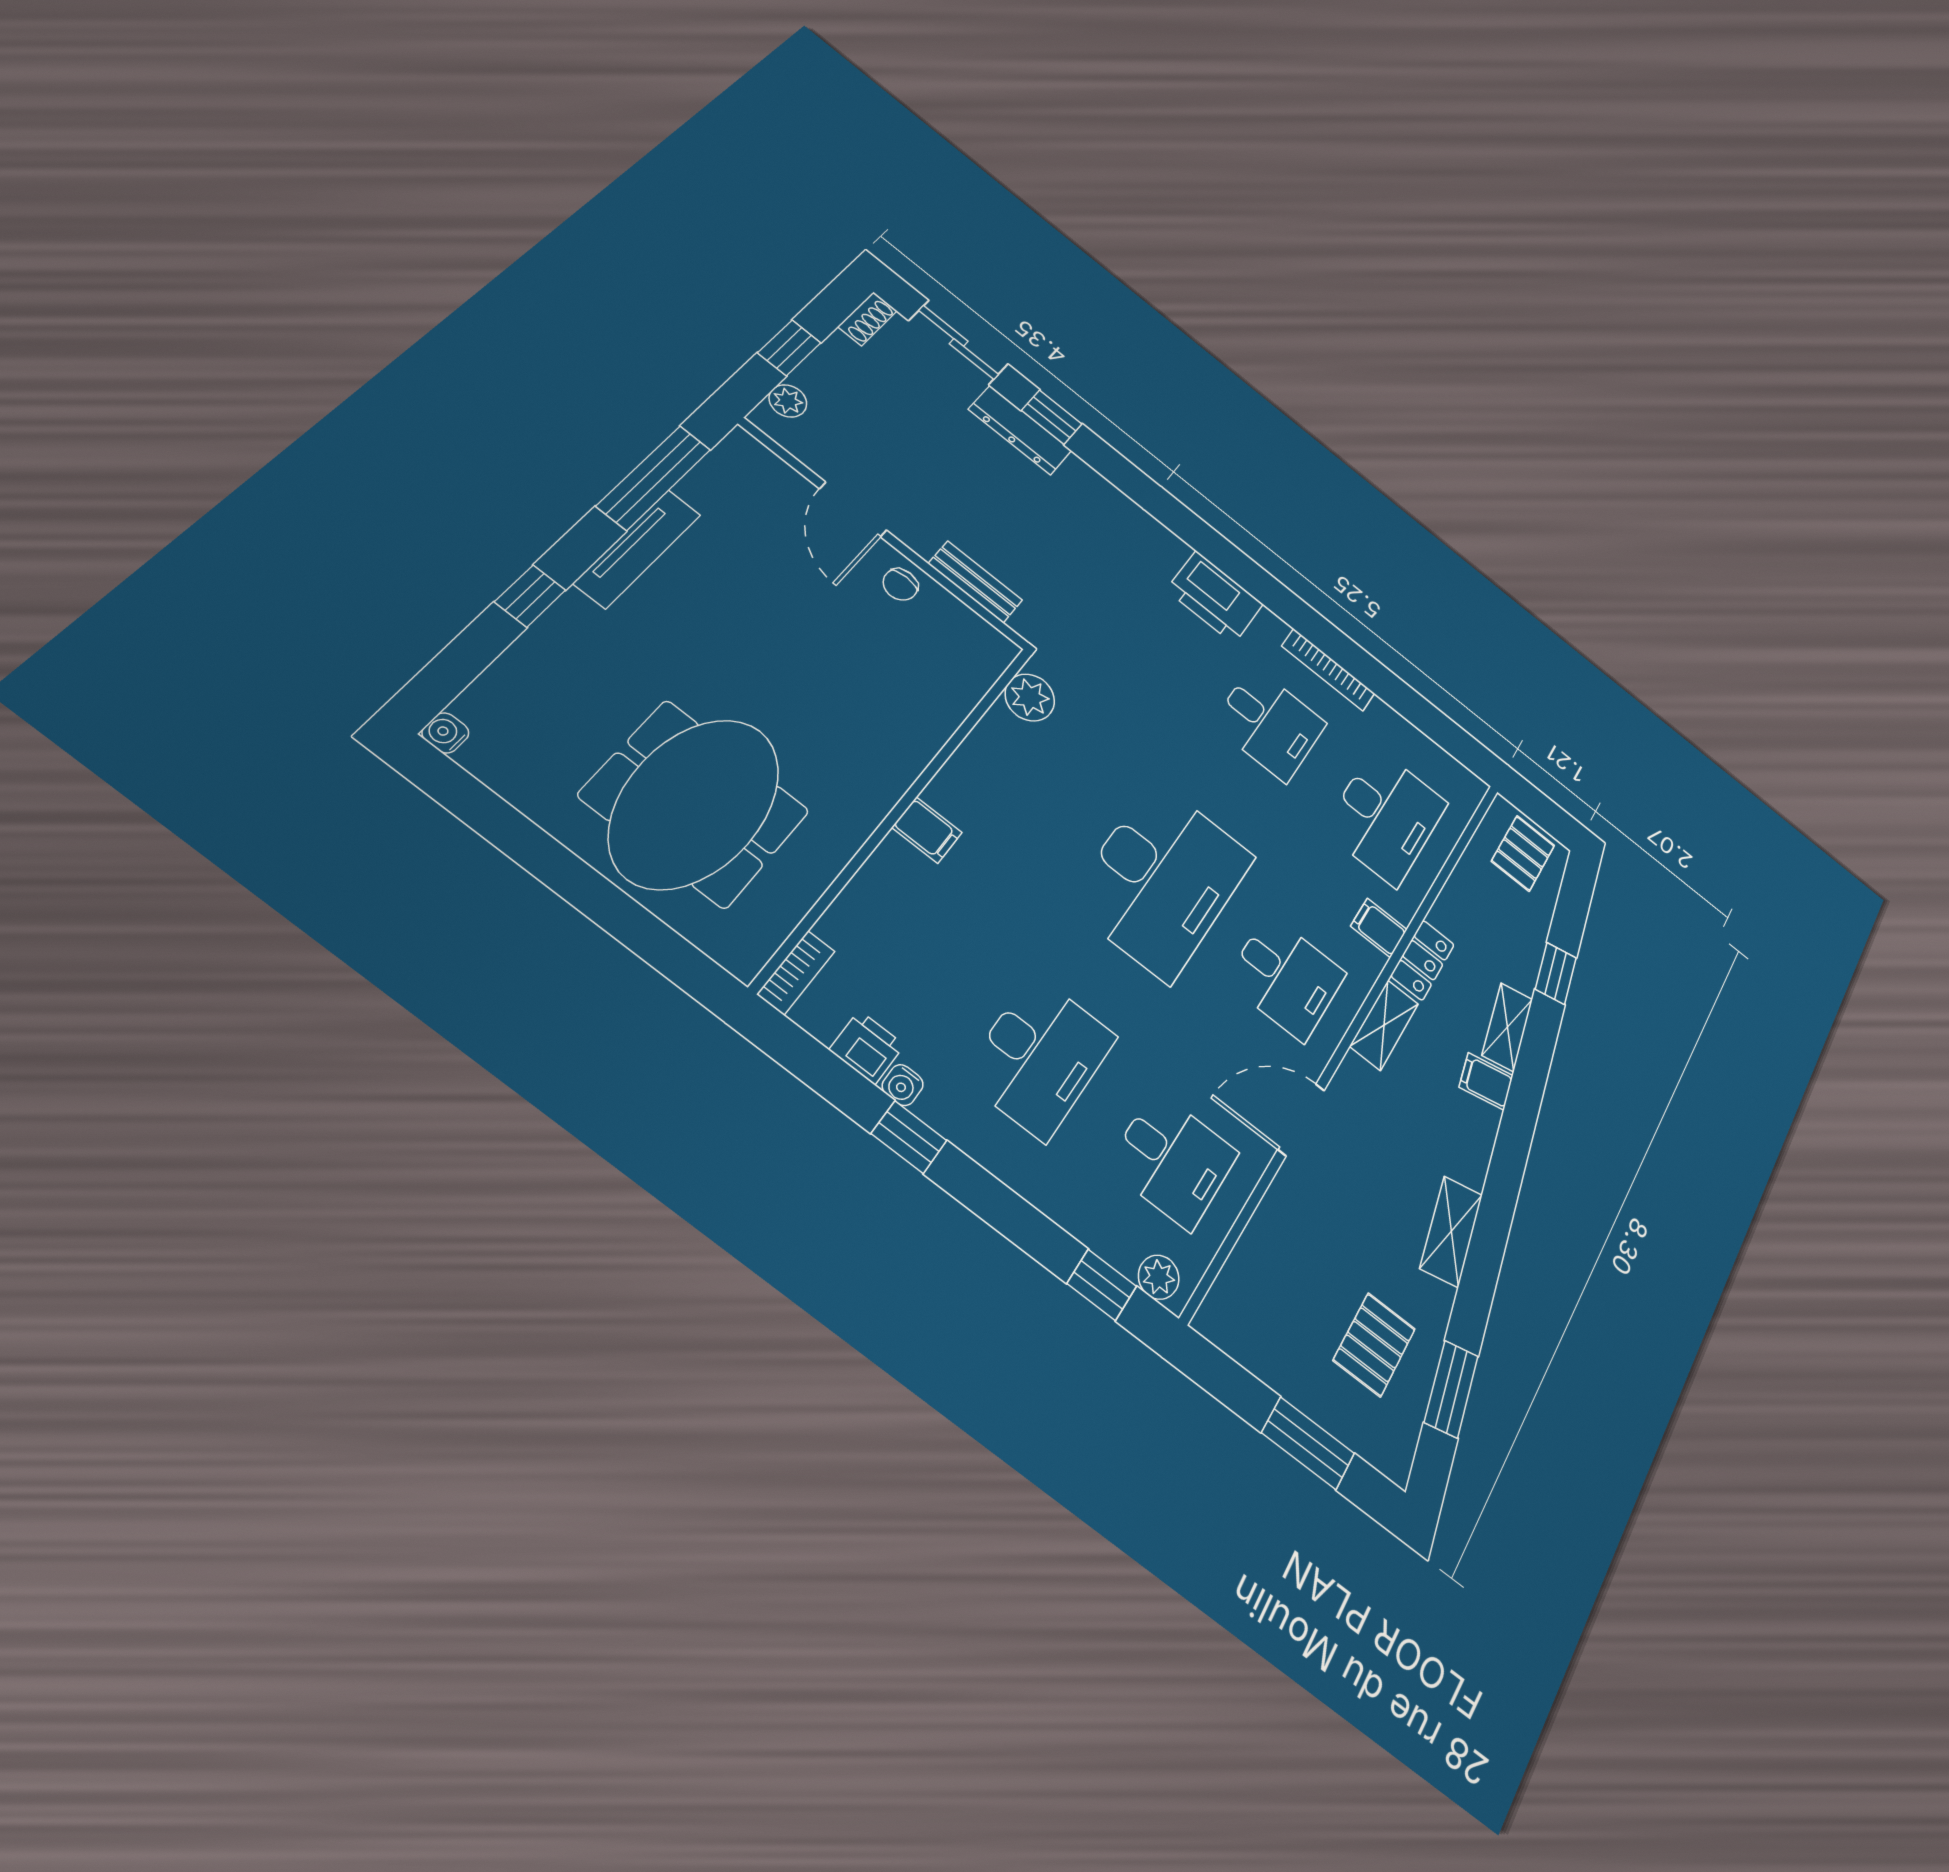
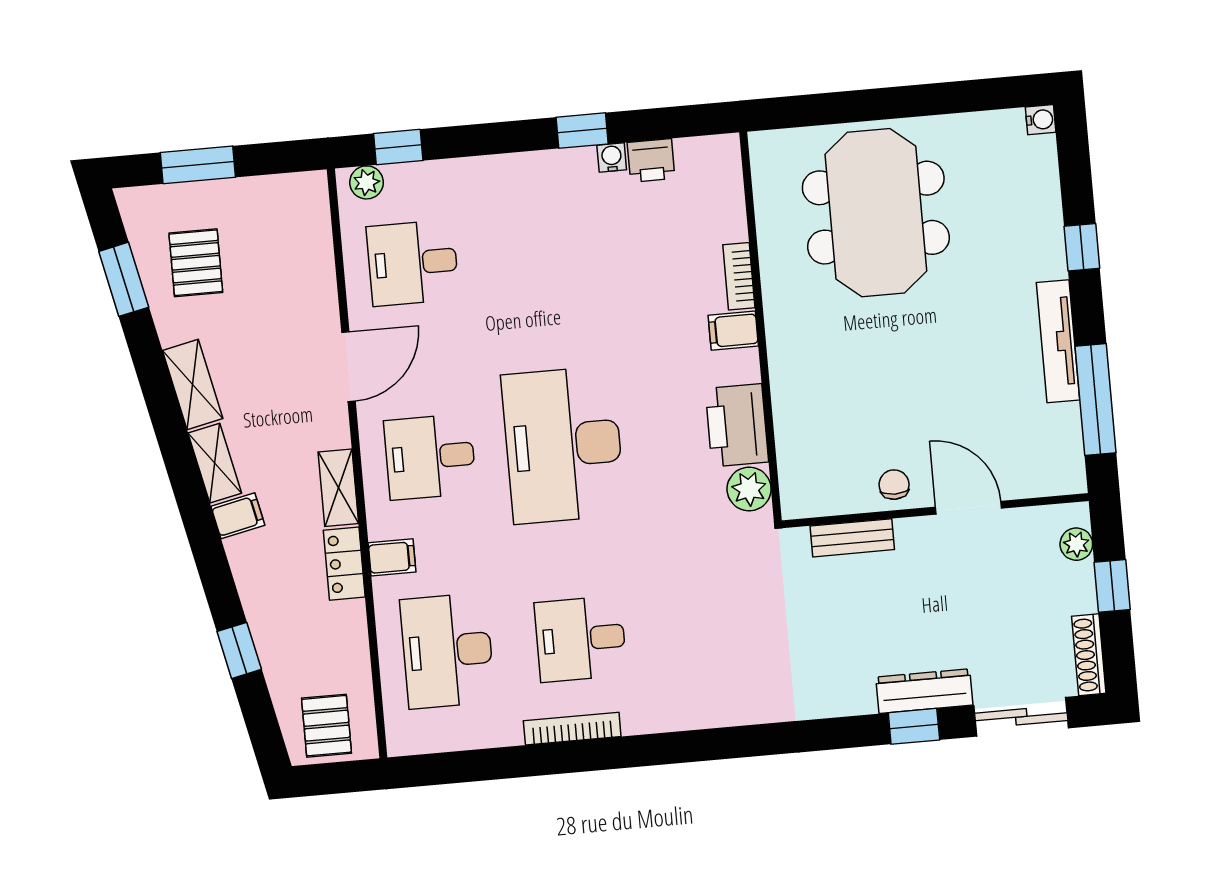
shoe rack: (868, 319) -> (1089, 655), width x1.43
printer: (1215, 597) -> (737, 425), moved, turned -90
bookcase: (796, 973) -> (739, 276), moved
shelving: (1507, 1027) -> (215, 463), moved
desk: (1040, 1057) -> (546, 251), removed

